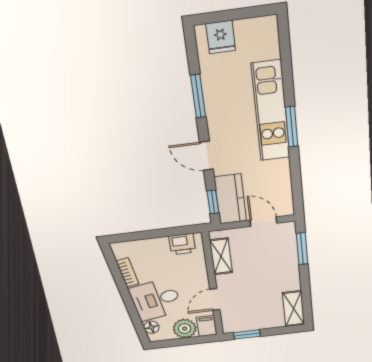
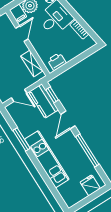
window: (198, 96) -> (87, 150), width x1.44
window: (292, 127) -> (22, 139), moved
door: (206, 156) -> (68, 120), swing flipped

